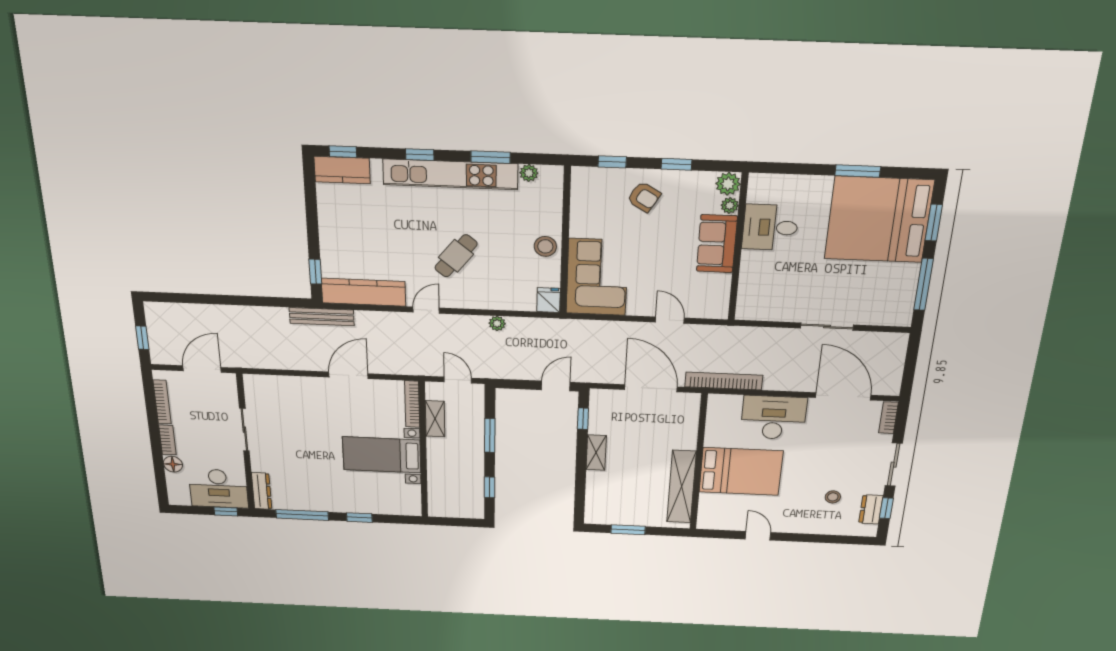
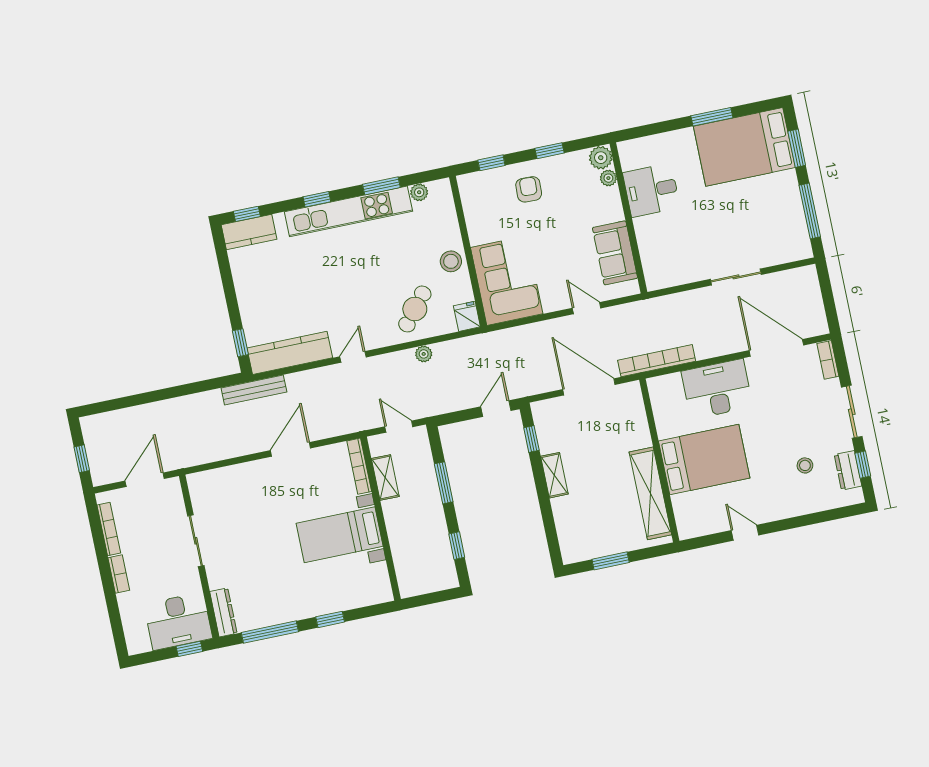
armchair: (644, 197) -> (529, 189), turned -119
bed: (879, 220) -> (744, 147), width x0.73
sofa: (717, 244) -> (615, 253), moved
cafe table: (456, 256) -> (415, 309), moved
floor lamp: (173, 464) -> (128, 603), removed

